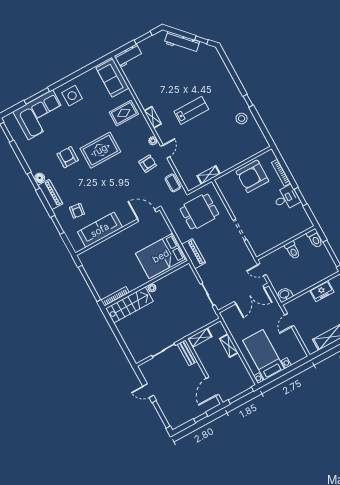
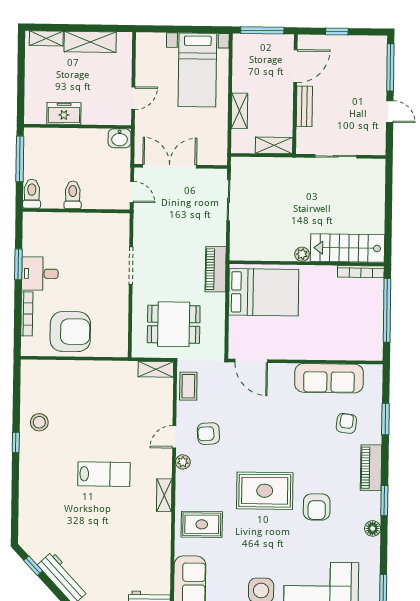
lab bench: (191, 110) -> (104, 474), turned 180
shelving: (209, 175) -> (156, 369), moved
floor lamp: (40, 178) -> (373, 528), moved
bench: (187, 353) -> (304, 106), moved

